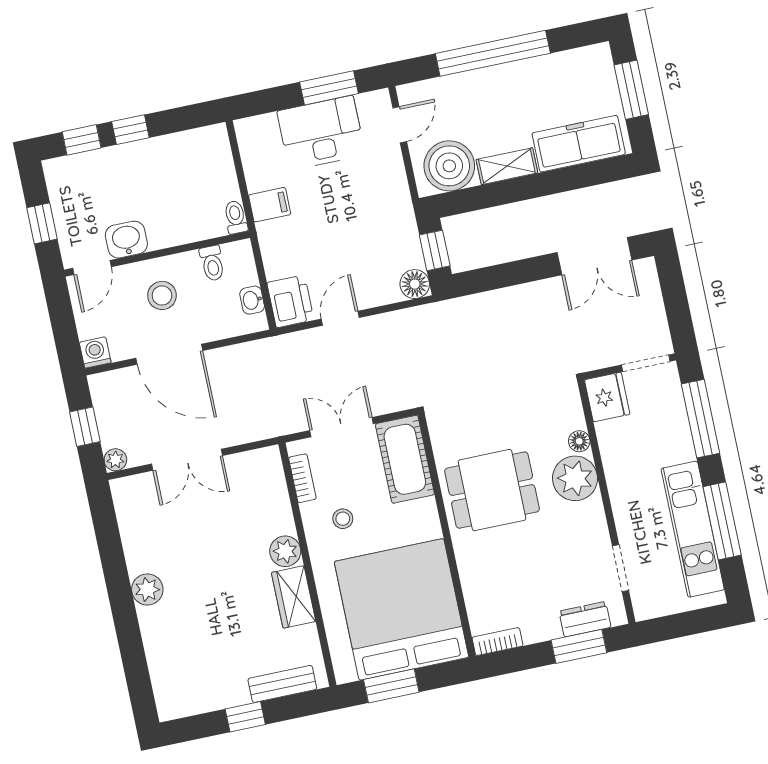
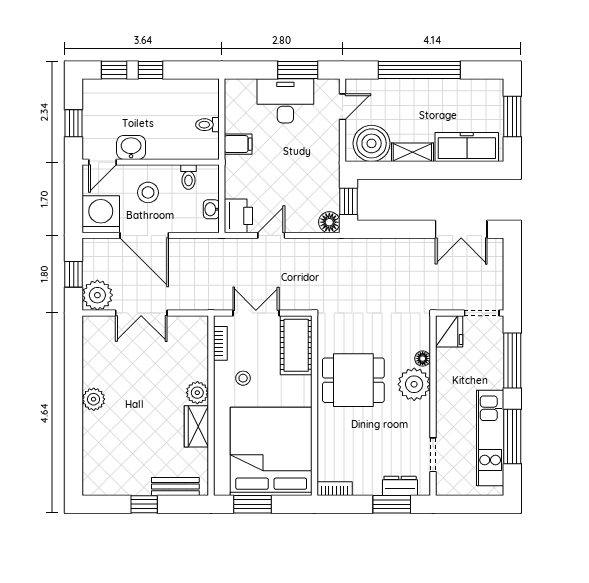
toilet: (236, 217) -> (208, 125), moved, turned -90
washing machine: (95, 352) -> (101, 214), width x1.89, depth x1.89
plant: (115, 460) -> (97, 295), width x1.87, depth x1.87

